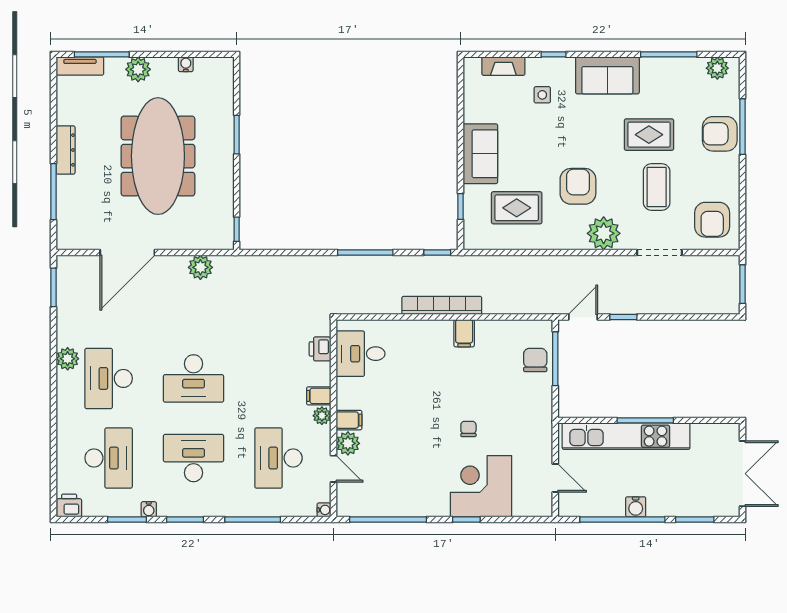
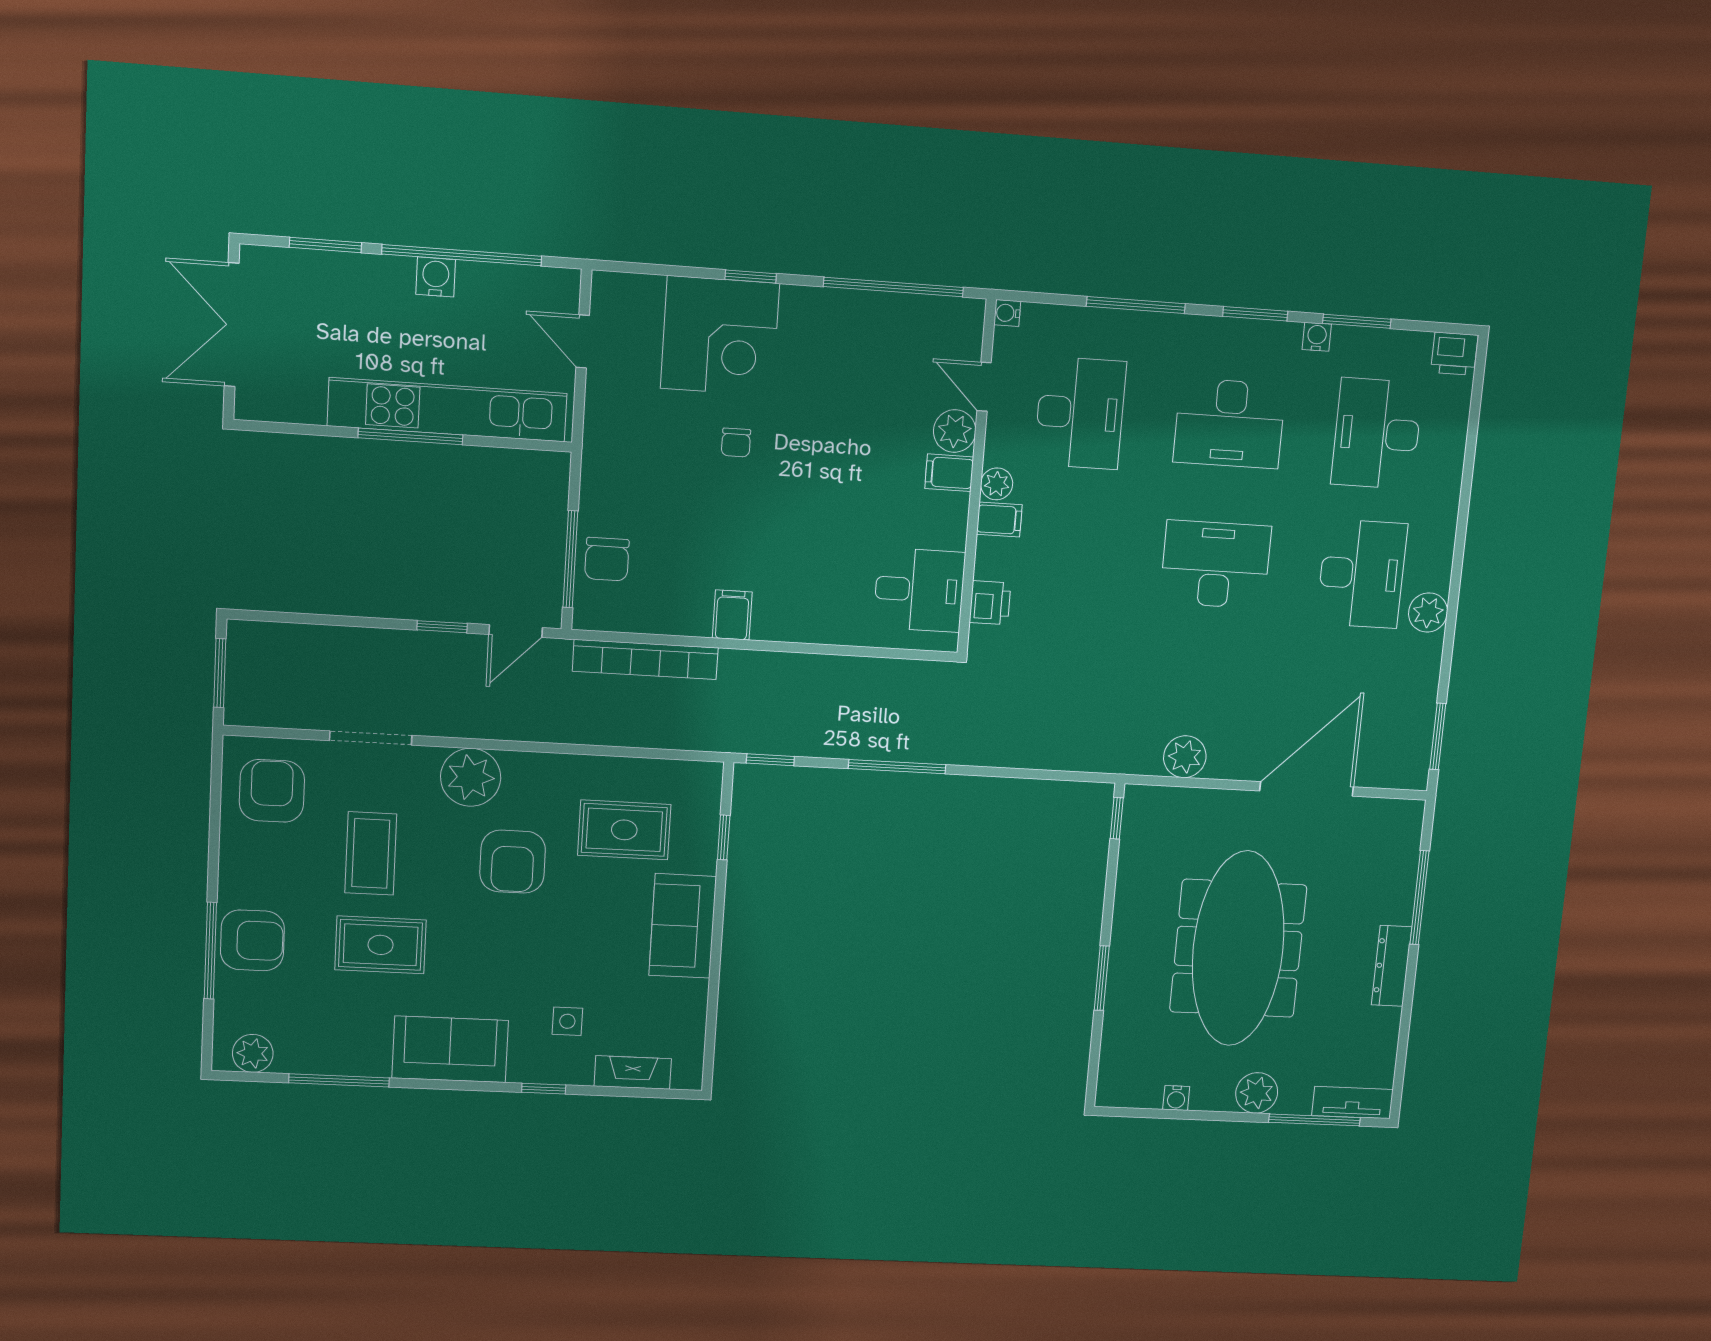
bookcase: (442, 305) -> (645, 659), moved

